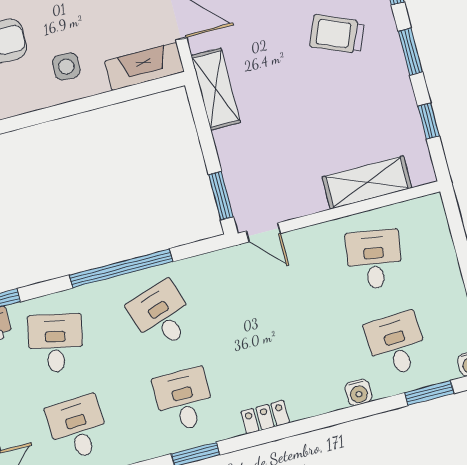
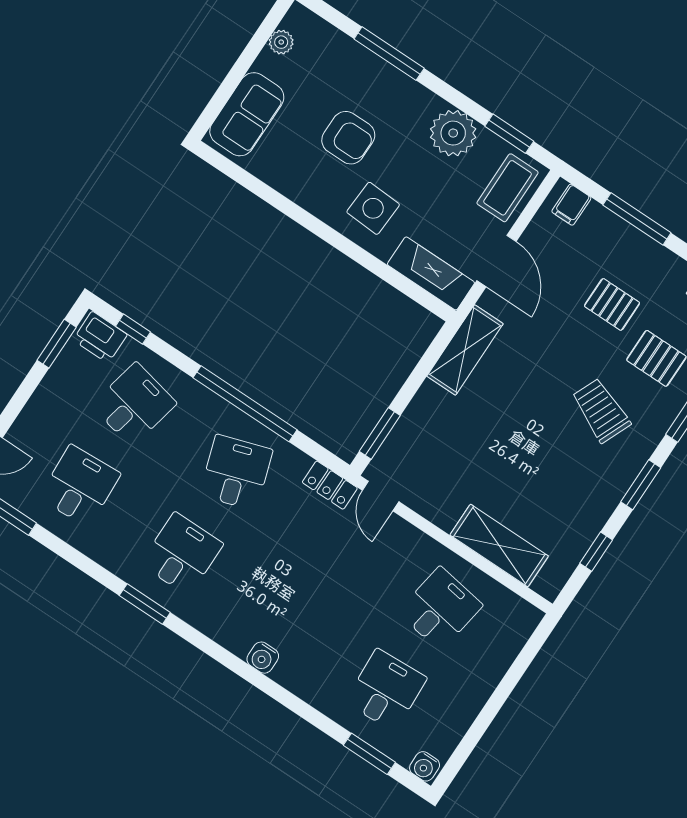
side table: (66, 66) -> (373, 208), width x1.37, depth x1.37
water cooler: (358, 392) -> (263, 658), moved
locker: (265, 417) -> (330, 485), moved, turned 180

